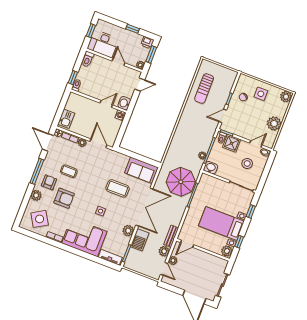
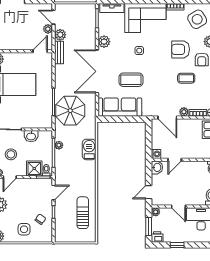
washbasin: (211, 168) -> (31, 136), moved
sofa: (141, 170) -> (120, 107), width x1.36
barbecue: (140, 240) -> (89, 149), moved

